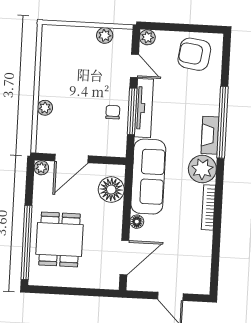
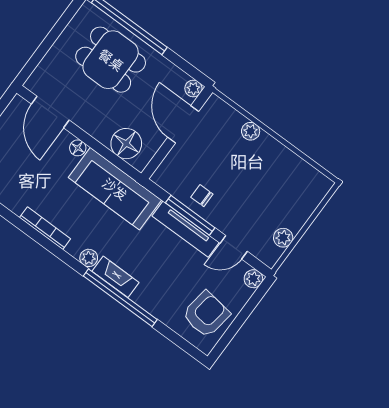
chair: (113, 112) -> (202, 196), turned 180
plant: (202, 169) -> (89, 258), width x0.53, depth x0.53

